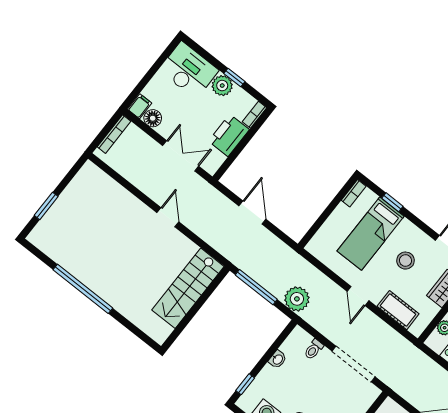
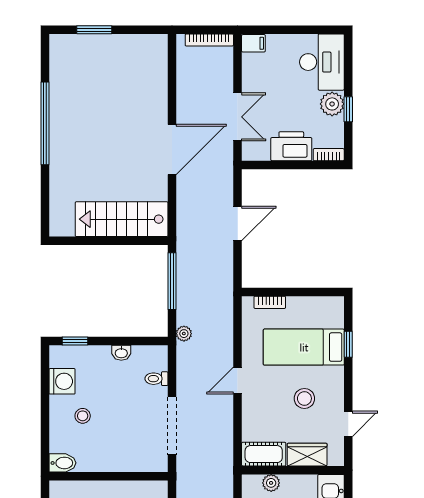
floor lamp: (153, 118) -> (252, 64), removed
bookcase: (354, 193) -> (270, 302), moved
door: (168, 217) -> (172, 150), width x1.87
plant: (297, 299) -> (184, 334), width x0.53, depth x0.53
cot: (398, 310) -> (264, 454), moved, turned 90

